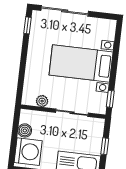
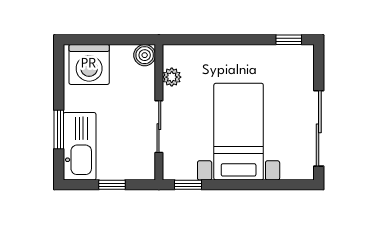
sliding door: (65, 11) -> (319, 128), moved
boiler: (25, 130) -> (145, 55), moved

